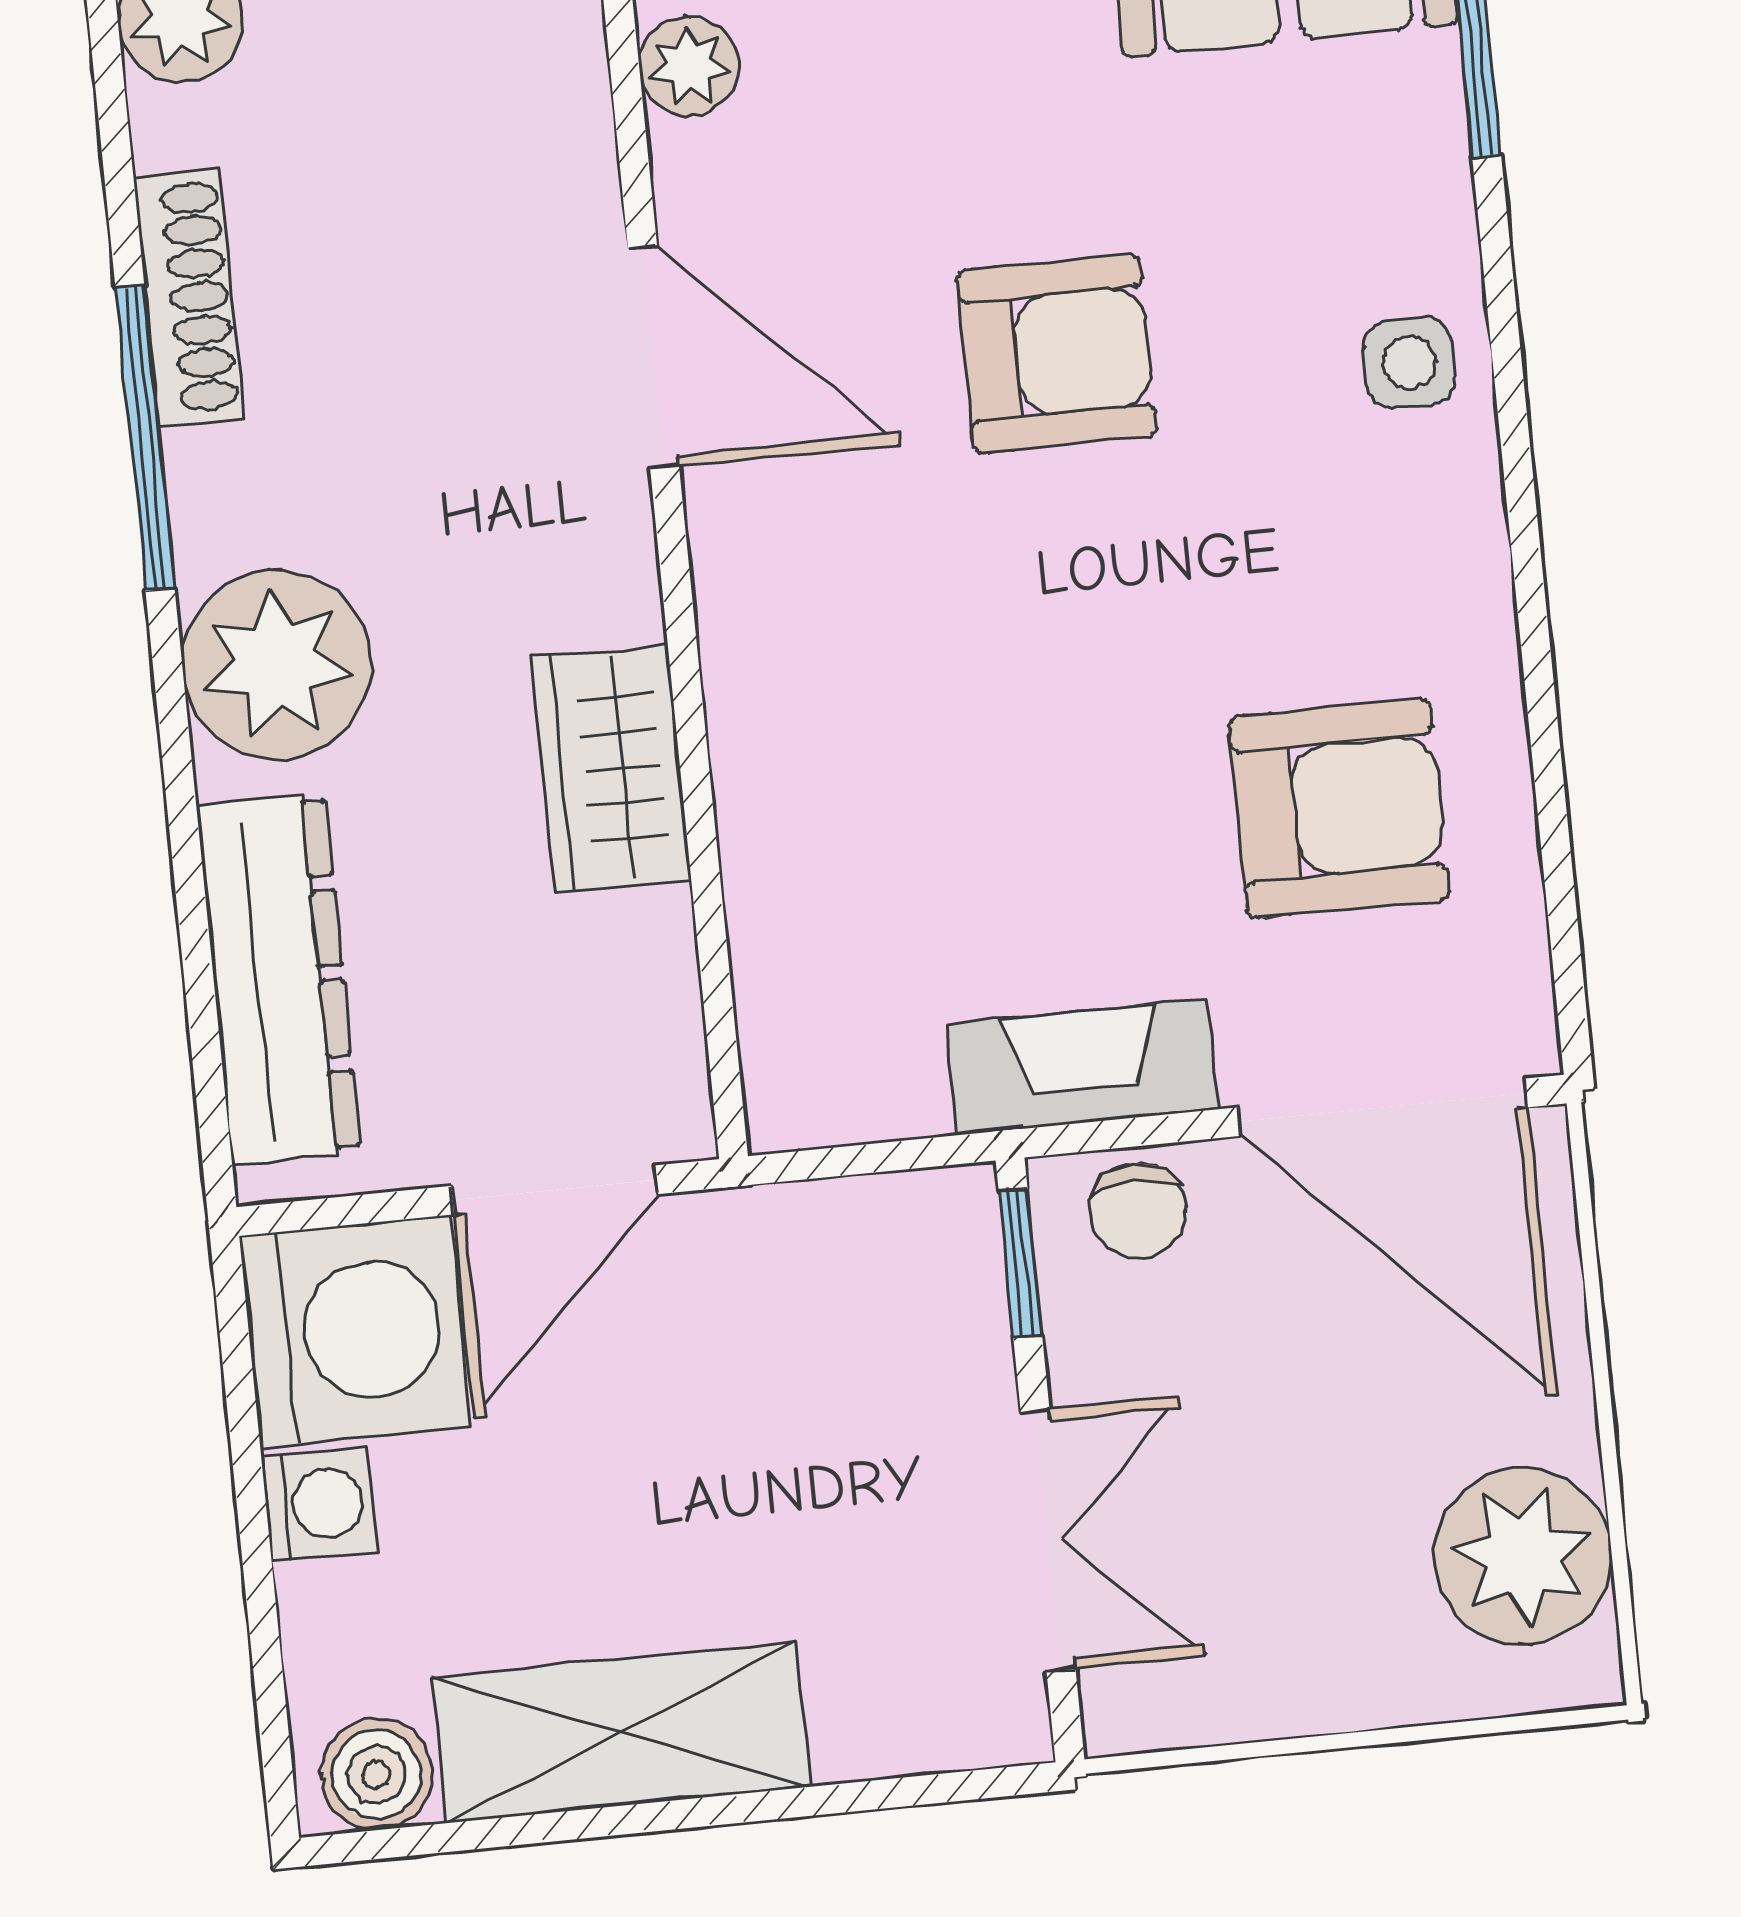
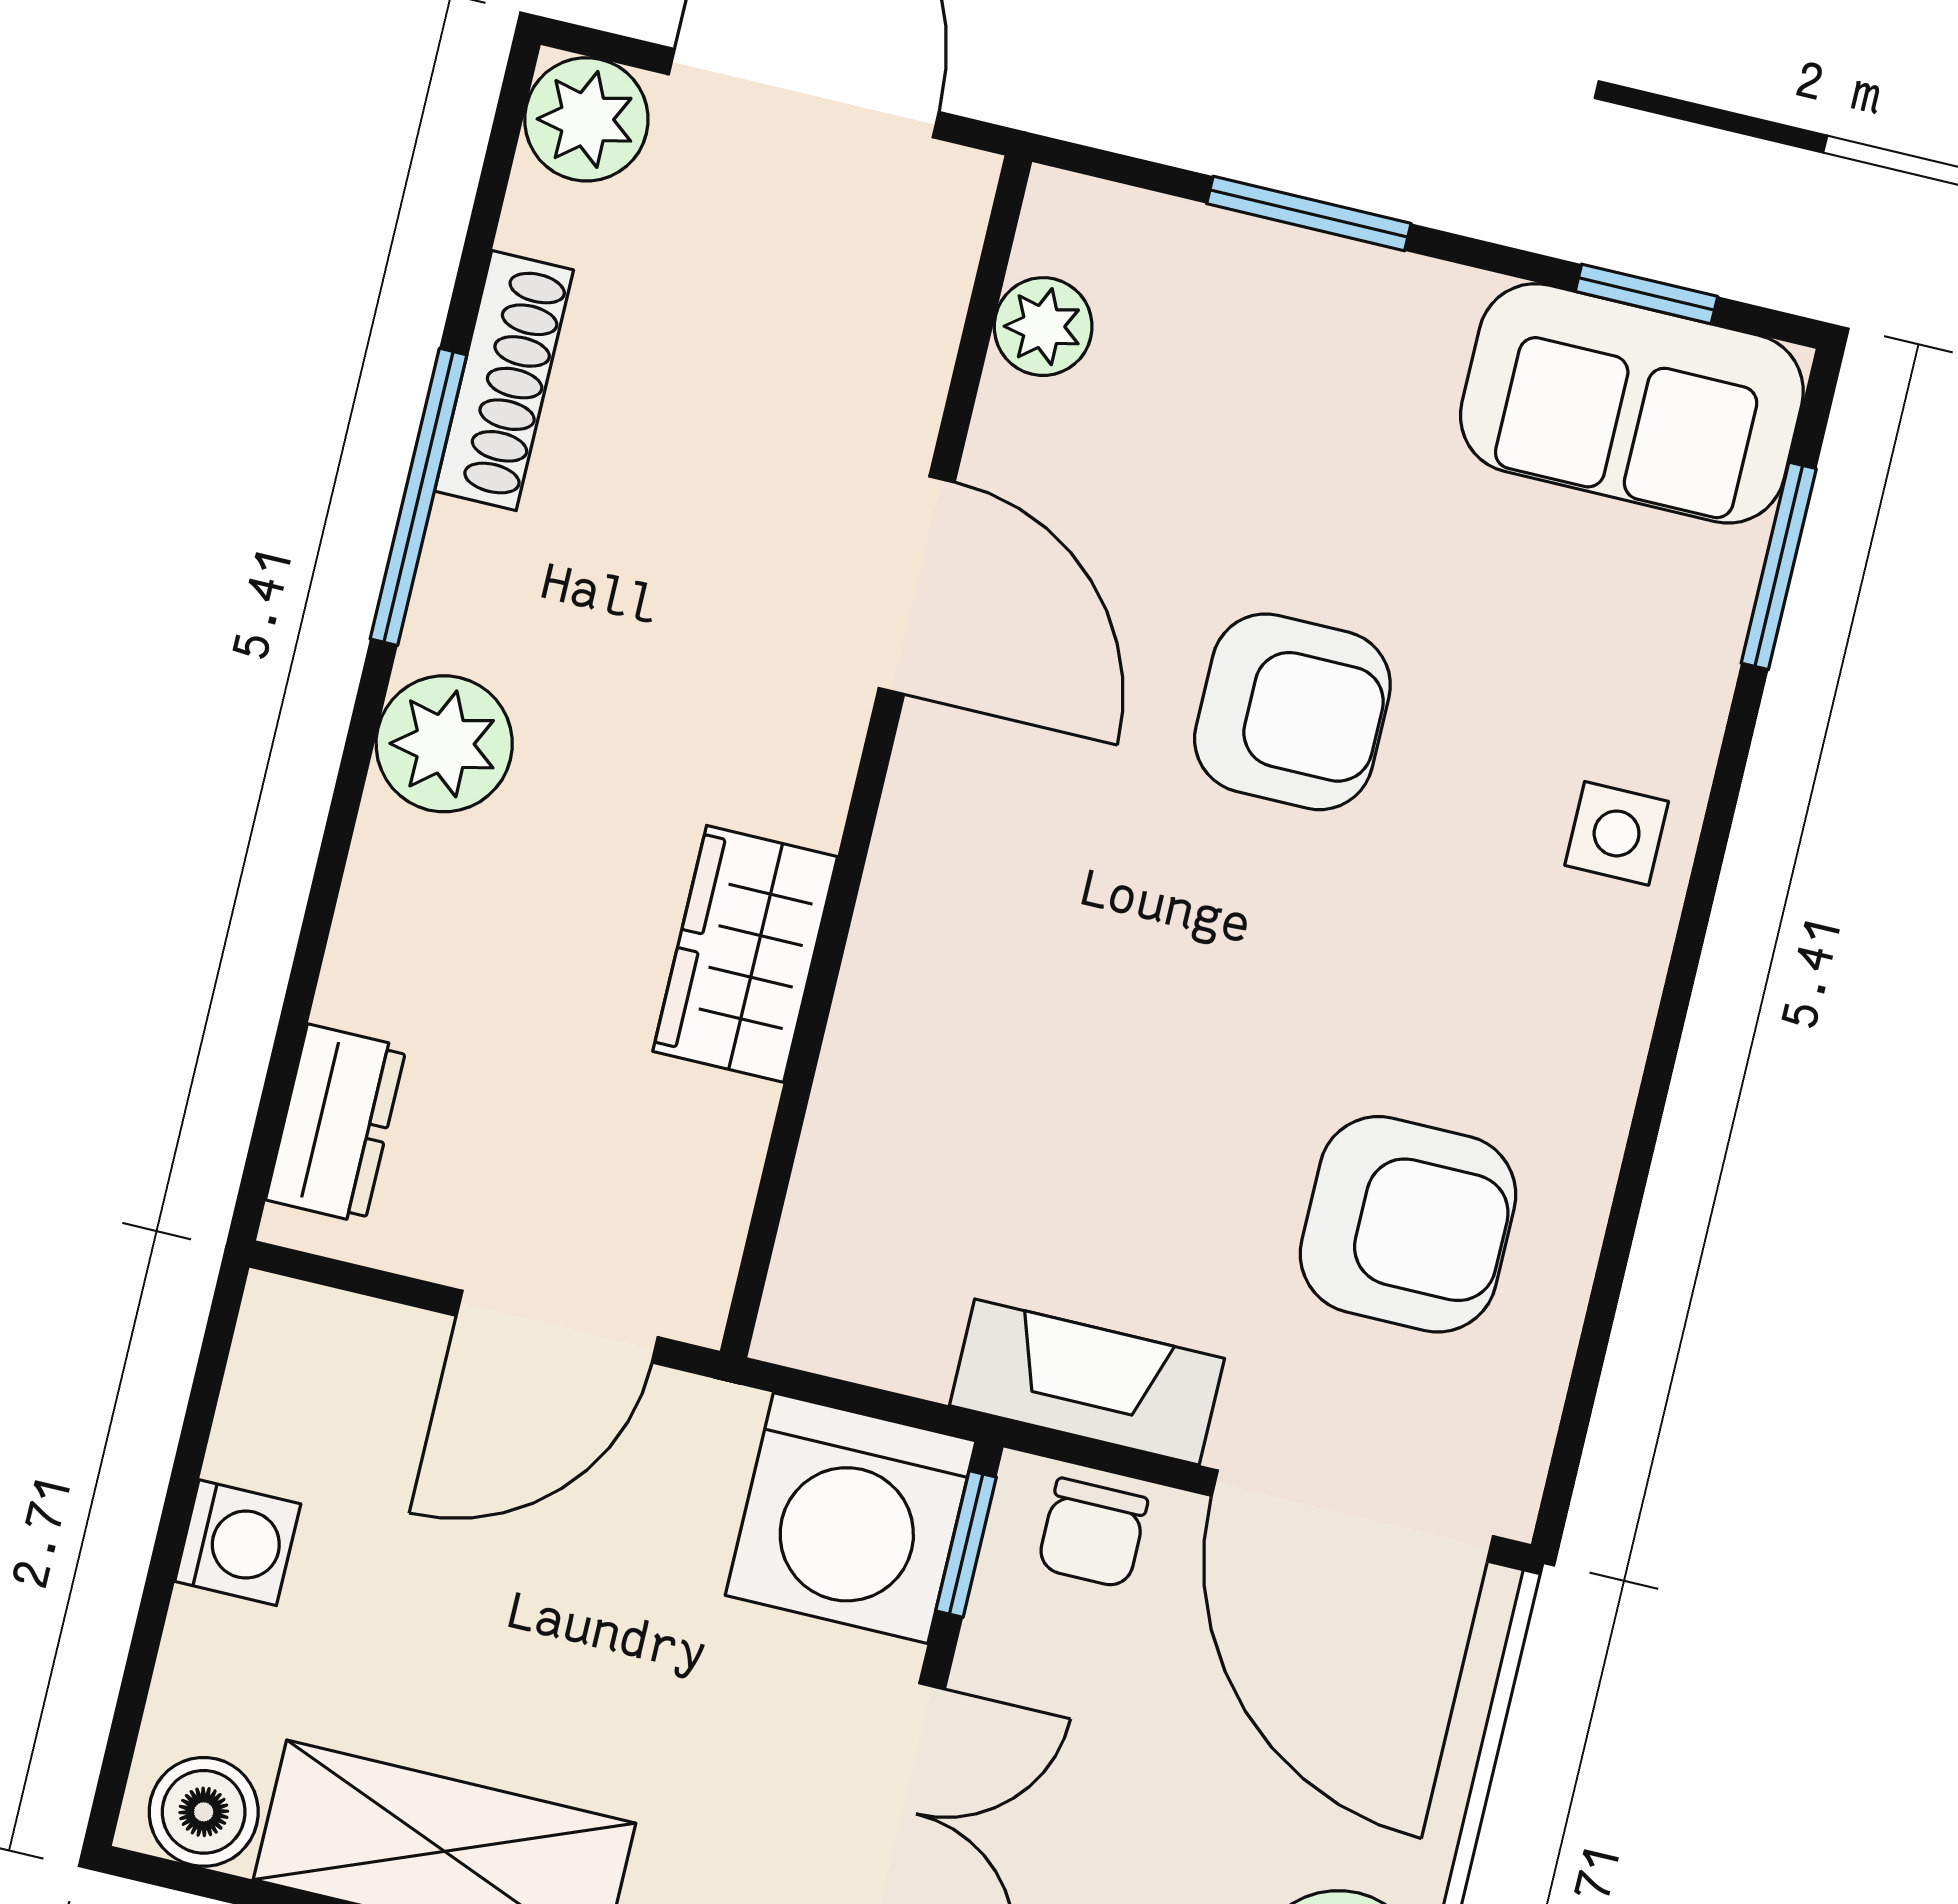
plant: (277, 665) -> (444, 744), width x0.73, depth x0.73
dresser: (278, 979) -> (336, 1124), width x0.51, depth x0.80
washing machine: (355, 1331) -> (851, 1518), moved, turned 90

